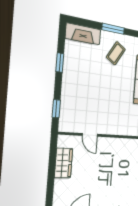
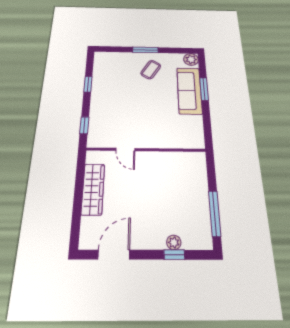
fireplace: (83, 34) -> (112, 58), removed
wardrobe: (64, 163) -> (93, 189), width x1.50

